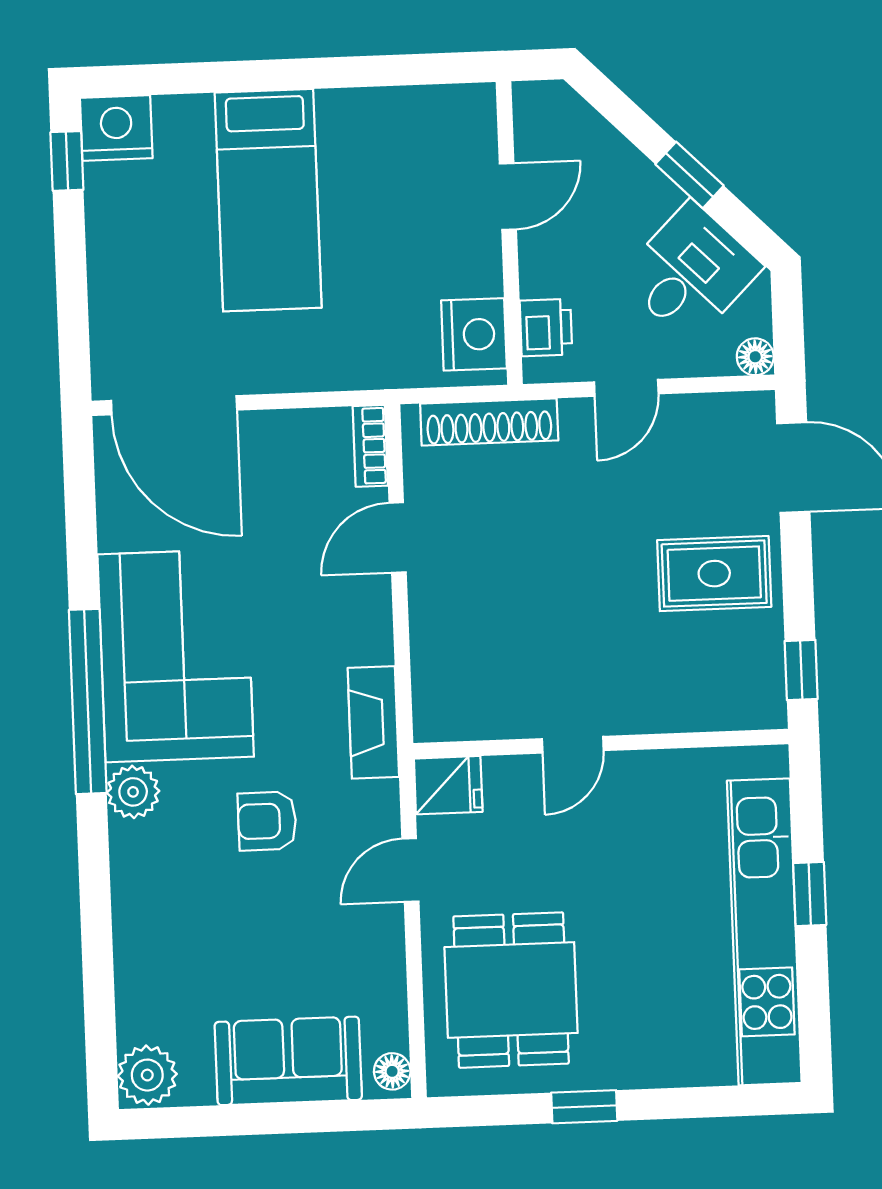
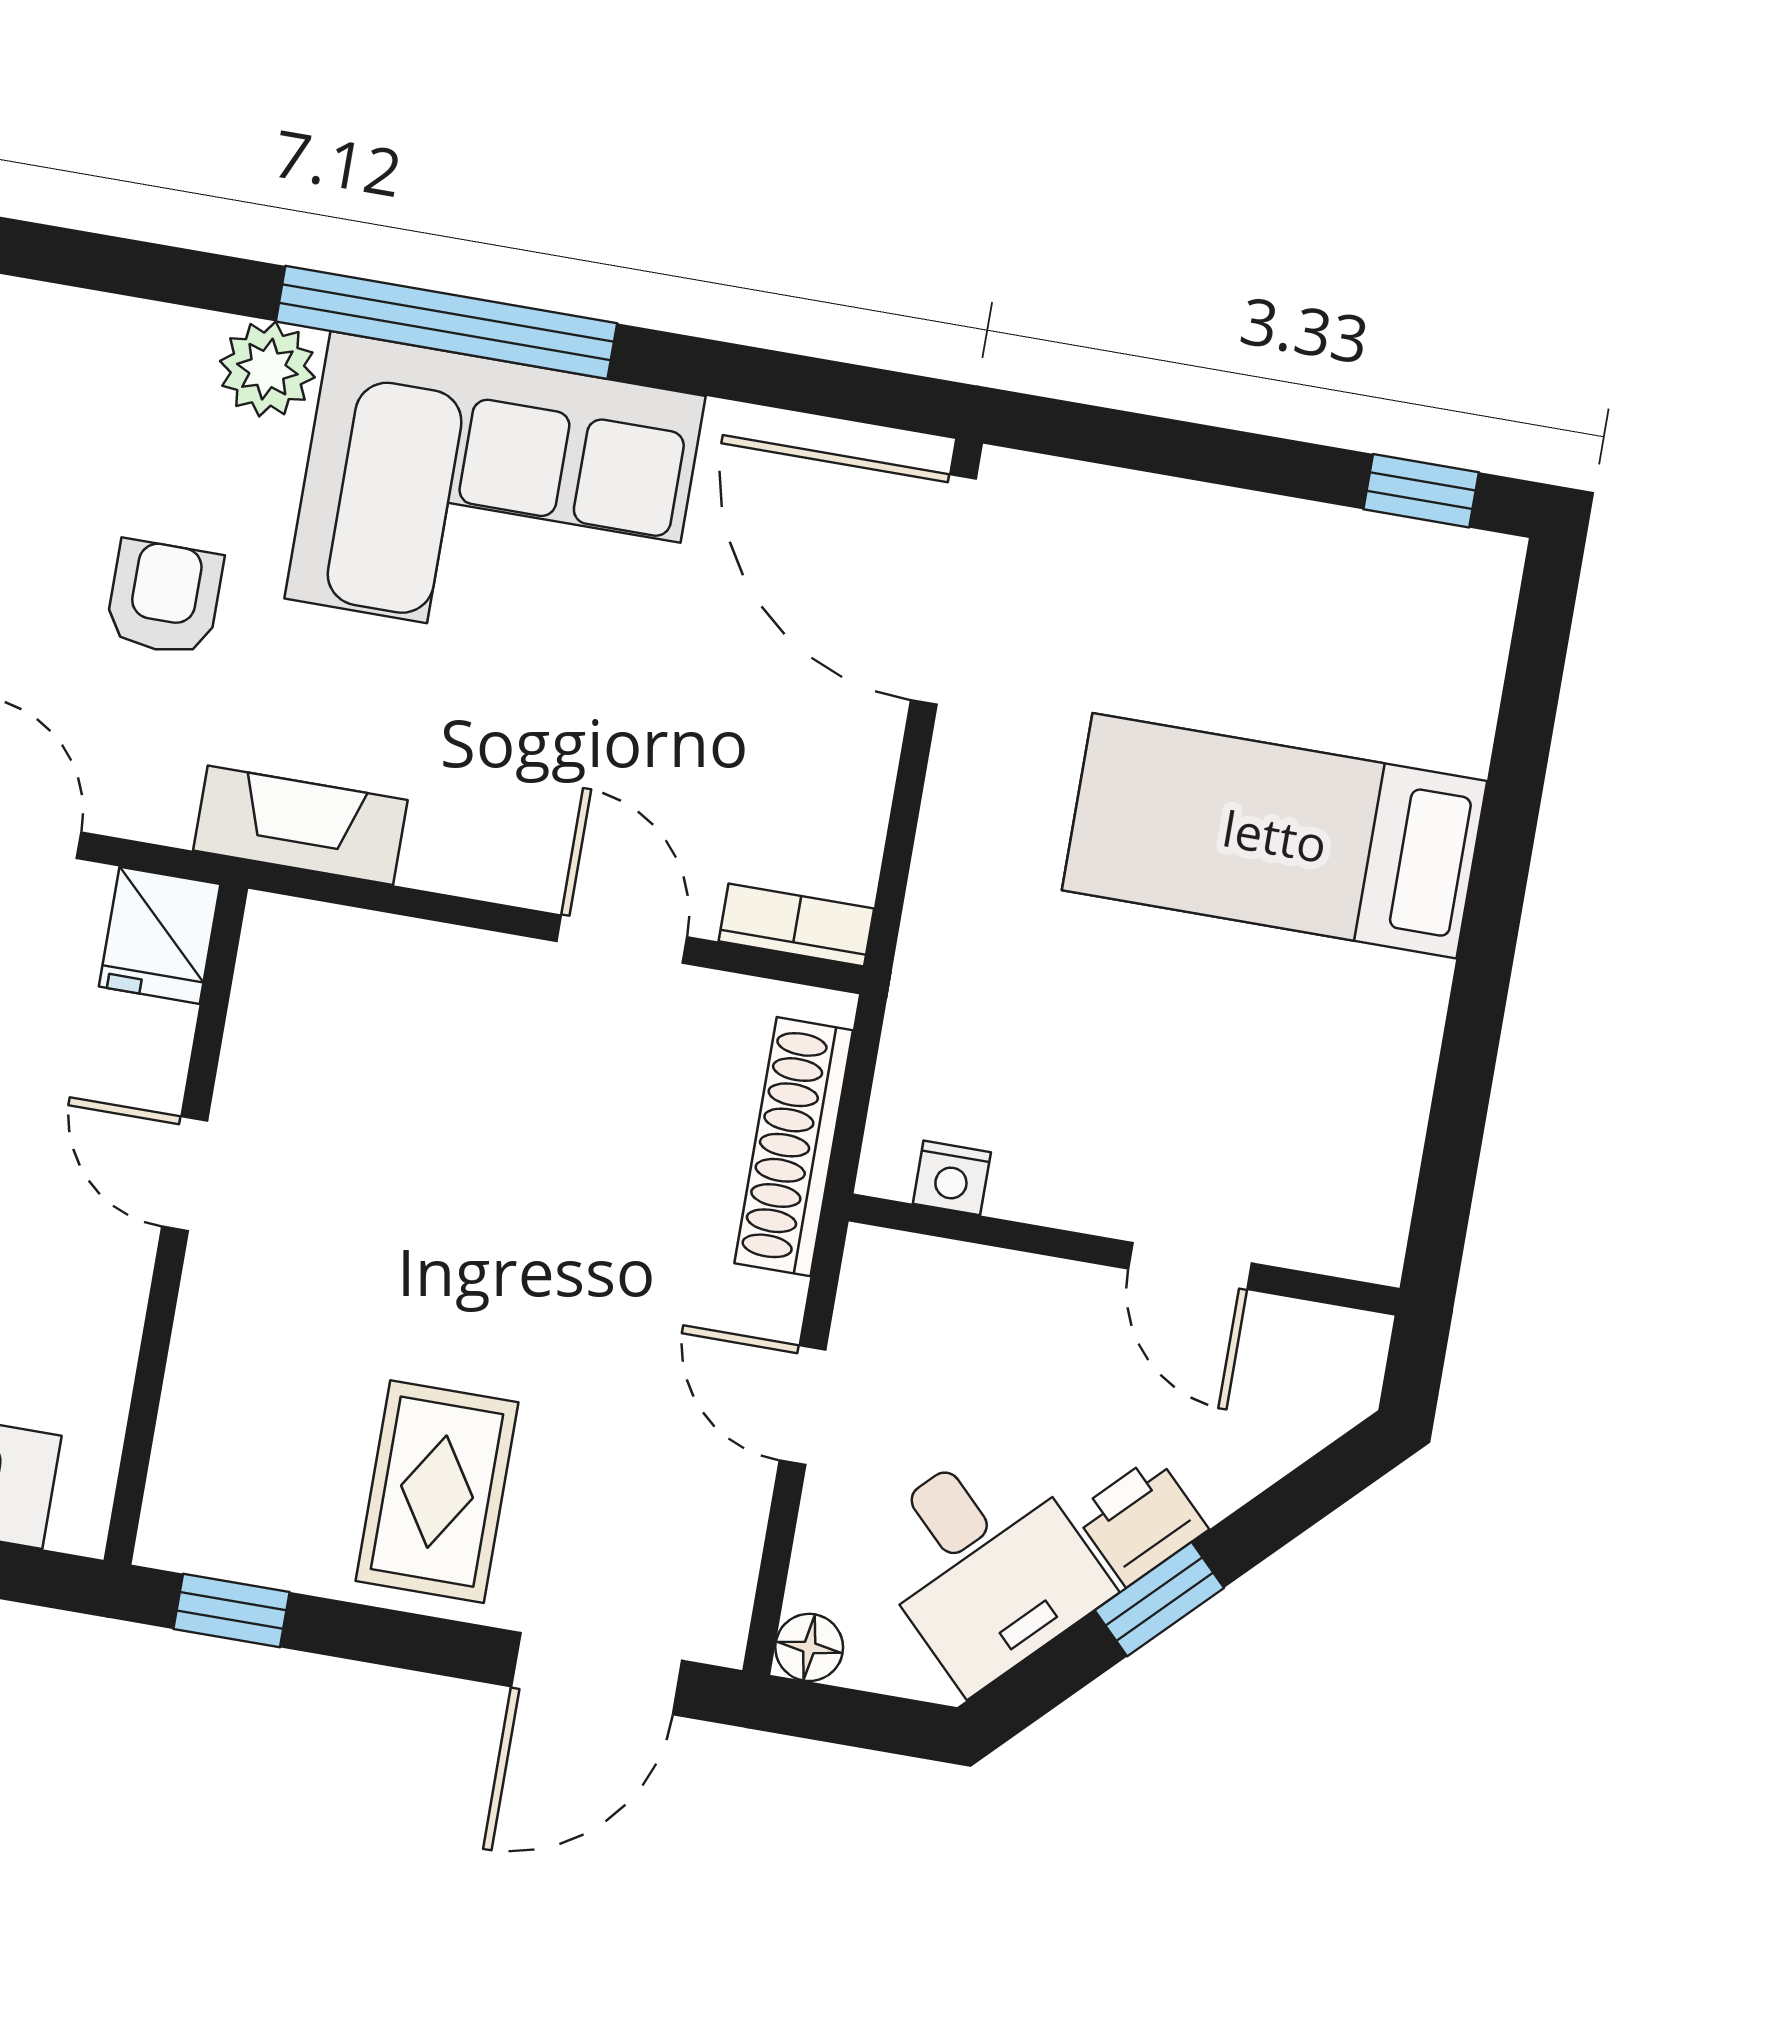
nightstand: (116, 128) -> (1461, 592), removed
printer: (546, 327) -> (1141, 1521), moved, turned 135
nightstand: (474, 334) -> (952, 1178), width x0.53, depth x0.56
door: (174, 405) -> (943, 590), hinge flipped

